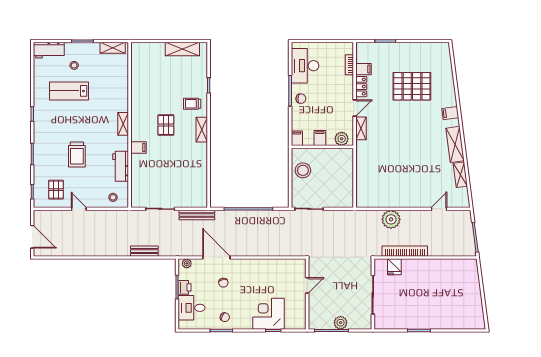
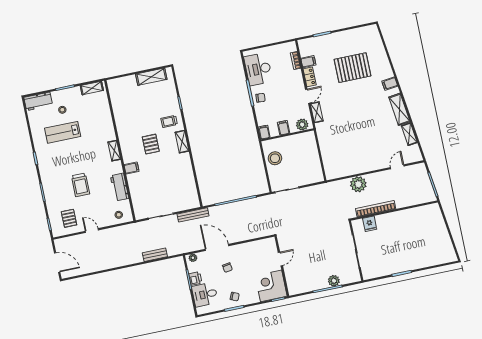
door: (307, 285) -> (280, 259), moved
wall: (307, 294) -> (282, 266), moved

